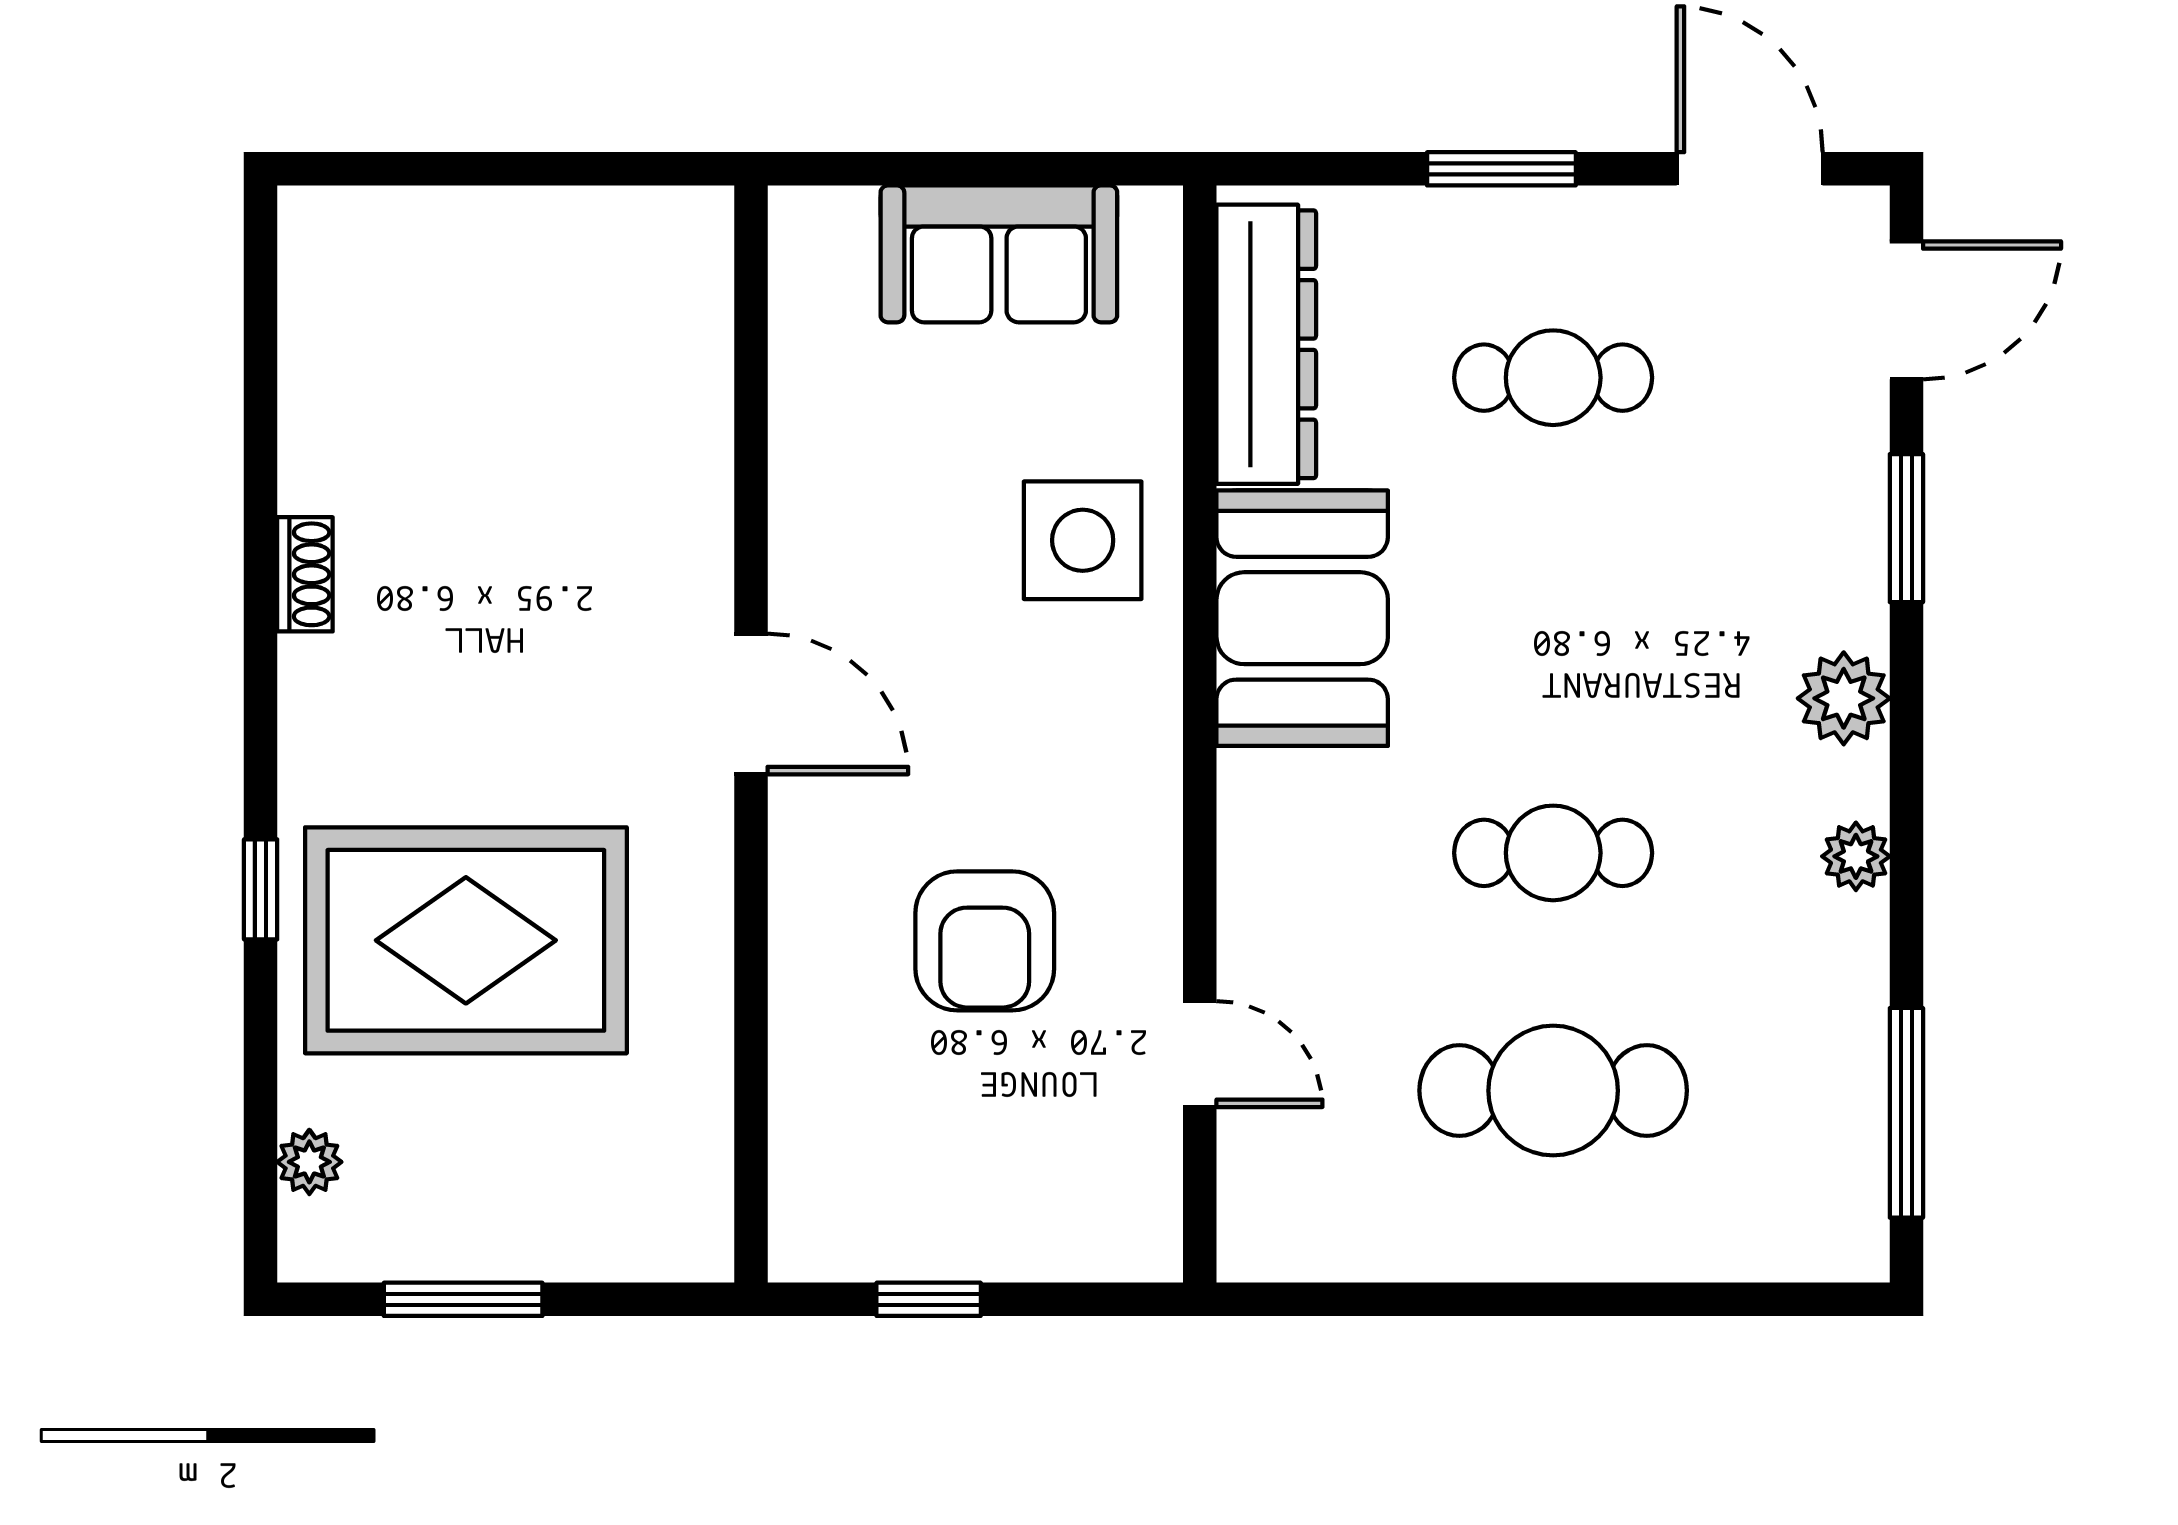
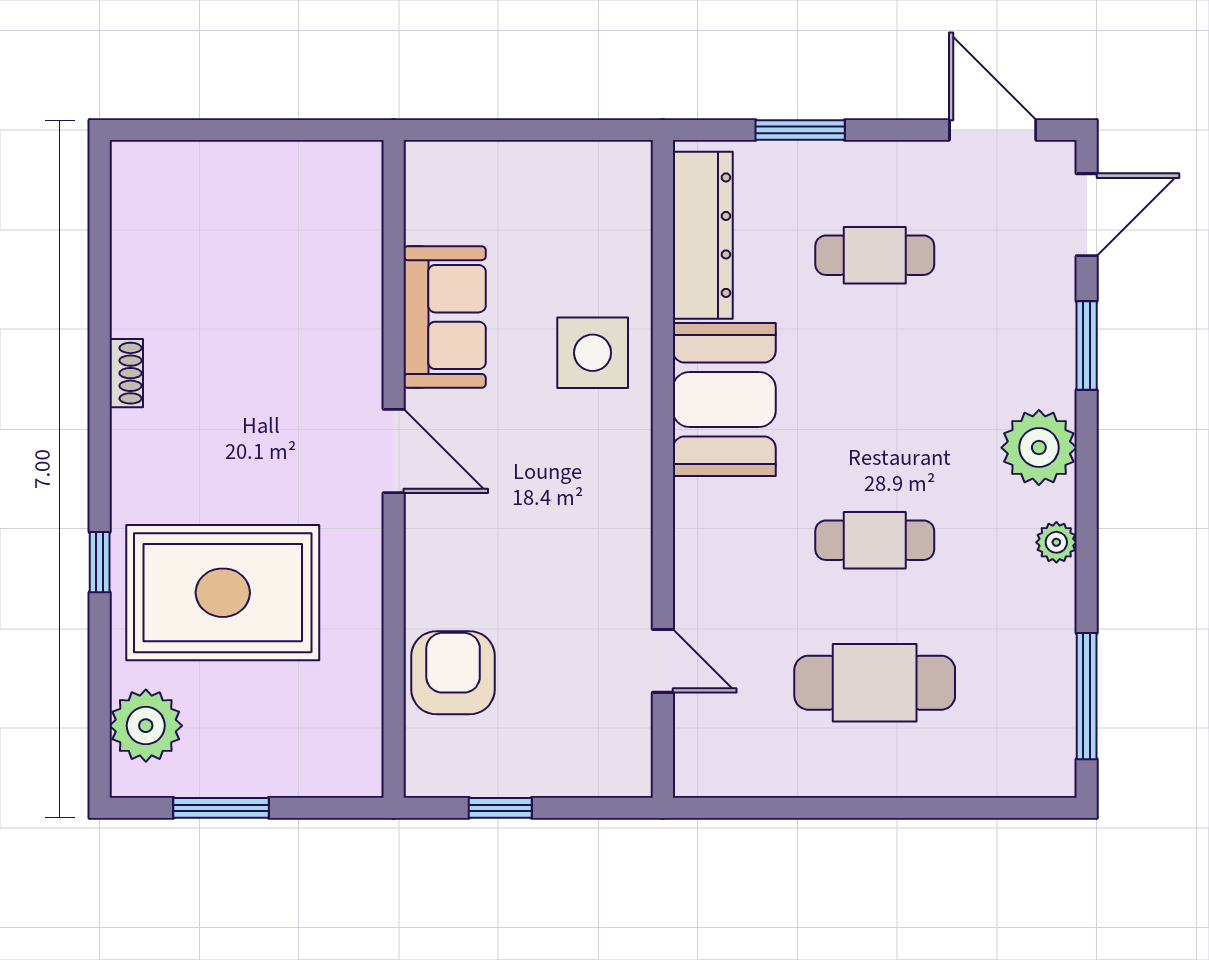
window: (1501, 169) -> (800, 130), moved
sofa: (999, 254) -> (445, 317), moved, turned -90
plant: (1844, 698) -> (1039, 448), width x1.36, depth x1.36
armchair: (985, 941) -> (453, 673), moved, turned 180
plant: (309, 1162) -> (146, 726), width x1.87, depth x1.87

